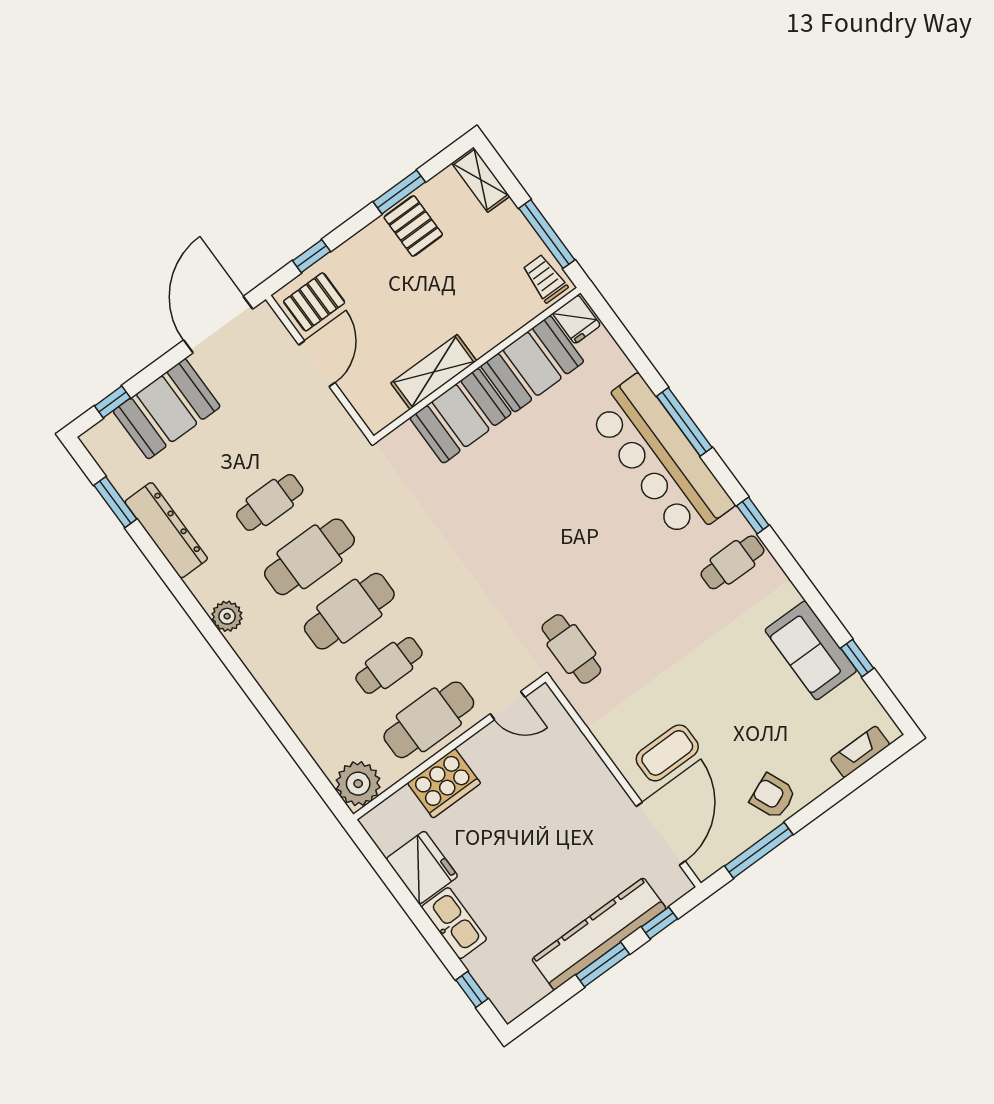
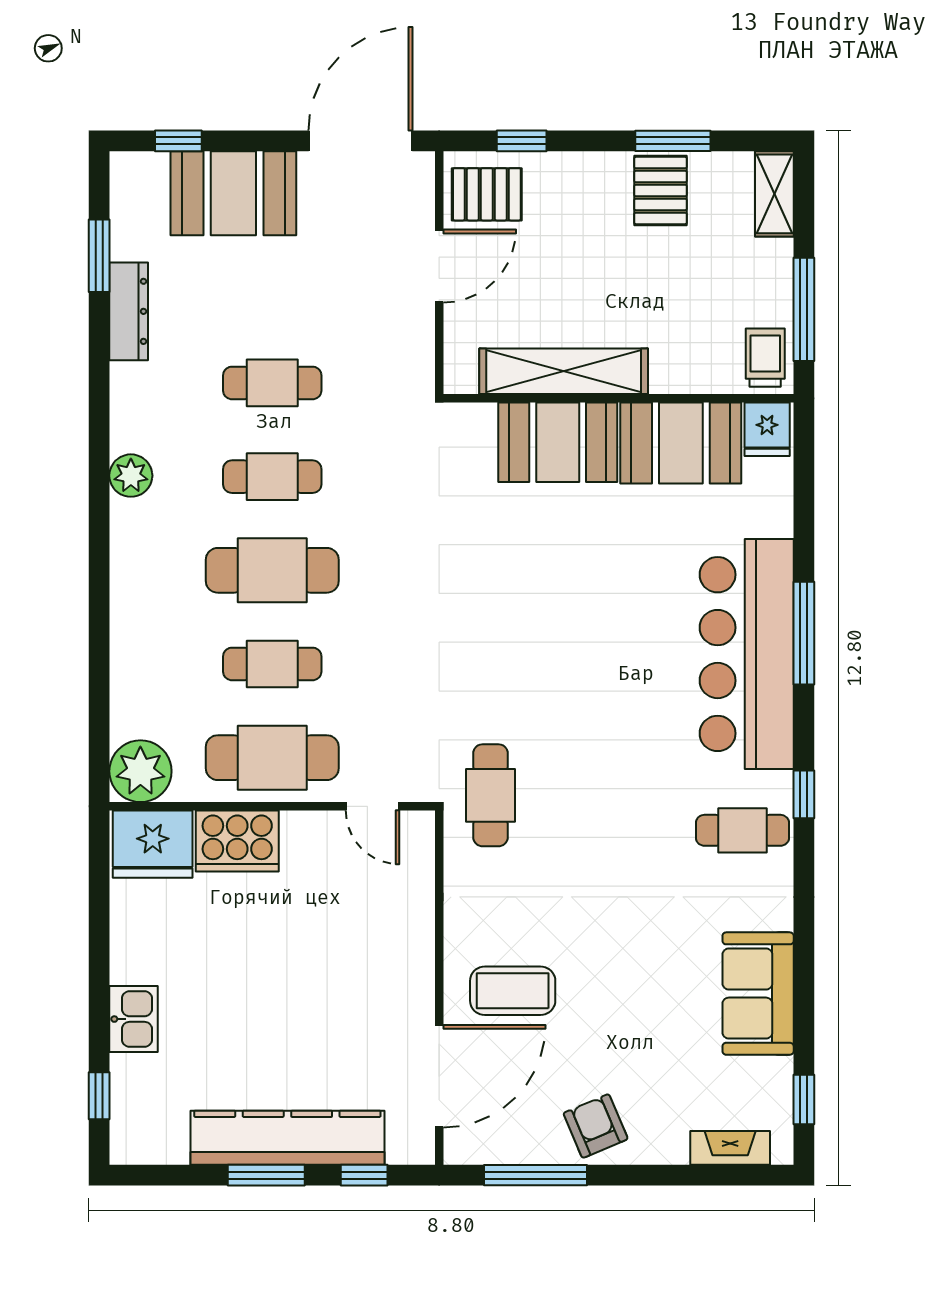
shelving: (434, 372) -> (564, 371), width x1.47
dresser: (166, 530) -> (129, 311), width x0.73, depth x0.80
cafe table: (310, 557) -> (272, 477), width x0.73, depth x0.74
window: (857, 658) -> (804, 1099), moved
fridge: (422, 867) -> (153, 844), moved, turned 90
kitchen sink: (454, 923) -> (134, 1019), width x0.73

